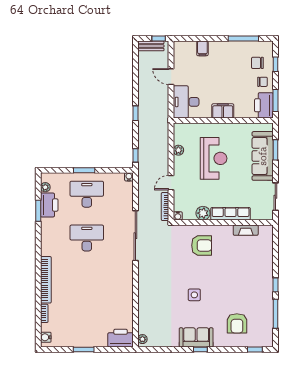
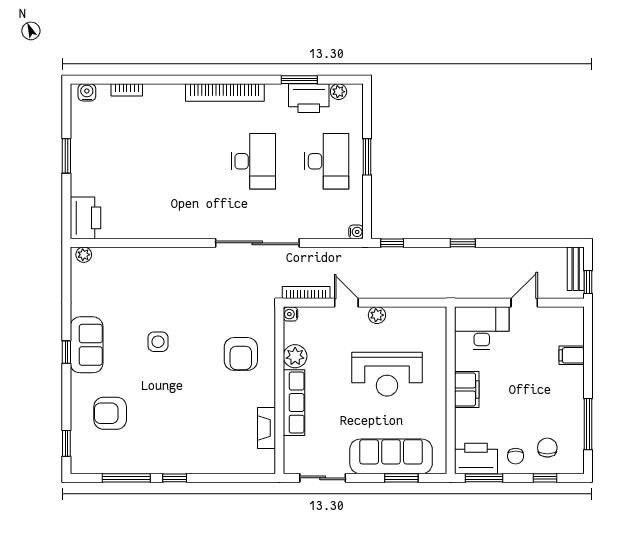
plant: (178, 150) -> (377, 315), moved
bookcase: (46, 280) -> (225, 93), moved

